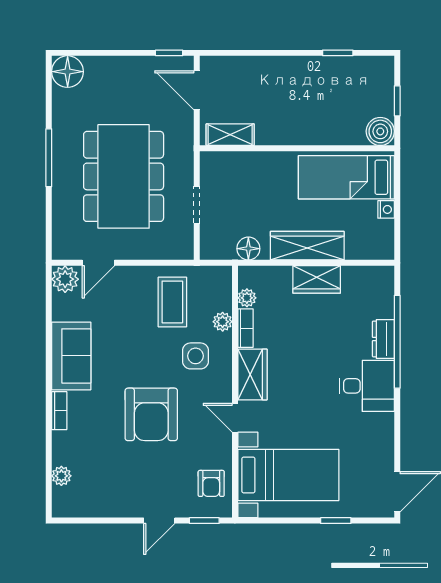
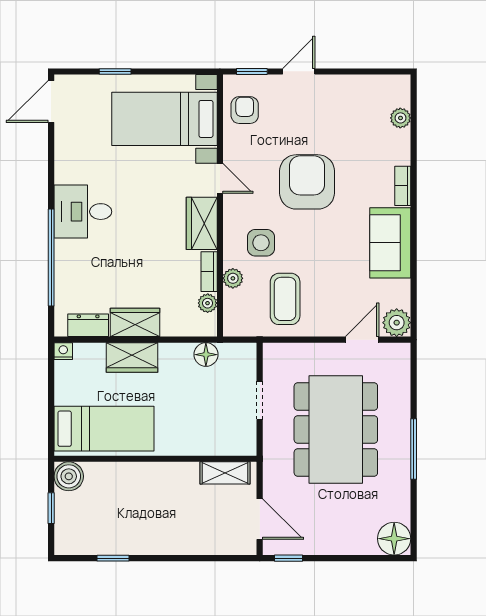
nightstand: (386, 209) -> (63, 351), moved, turned 90
wardrobe: (307, 246) -> (132, 357), width x0.67
dresser: (383, 339) -> (88, 325), moved, turned -90

